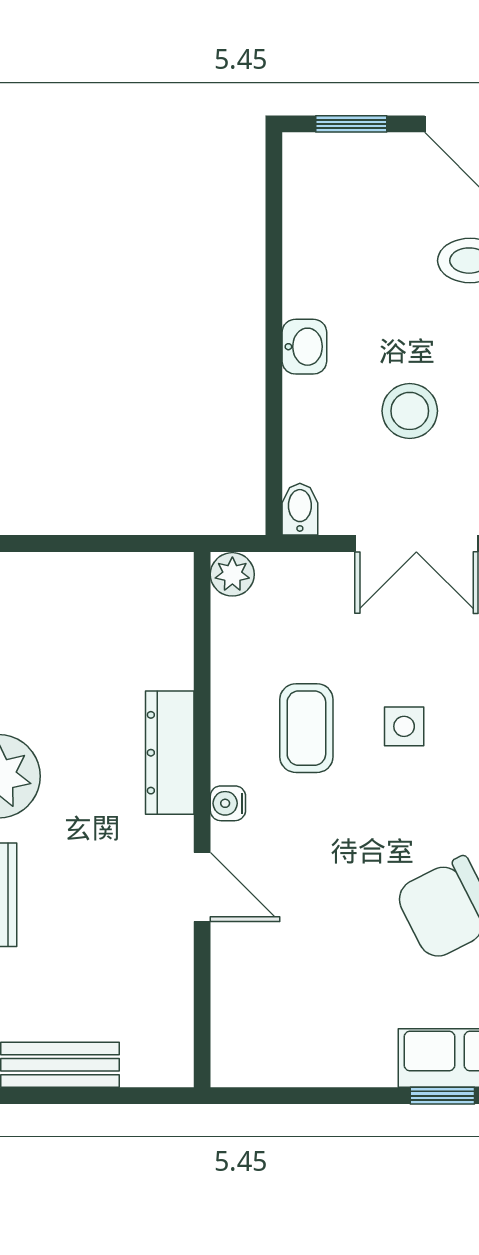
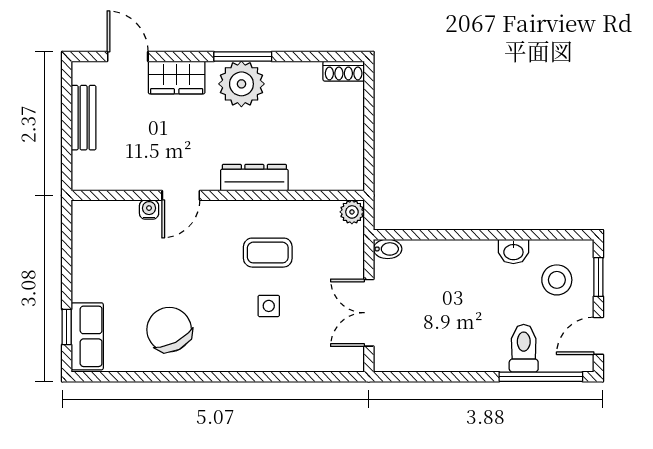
washbasin: (304, 347) -> (513, 251), moved
stool: (410, 411) -> (557, 280), moved
water cooler: (228, 803) -> (149, 210), moved

